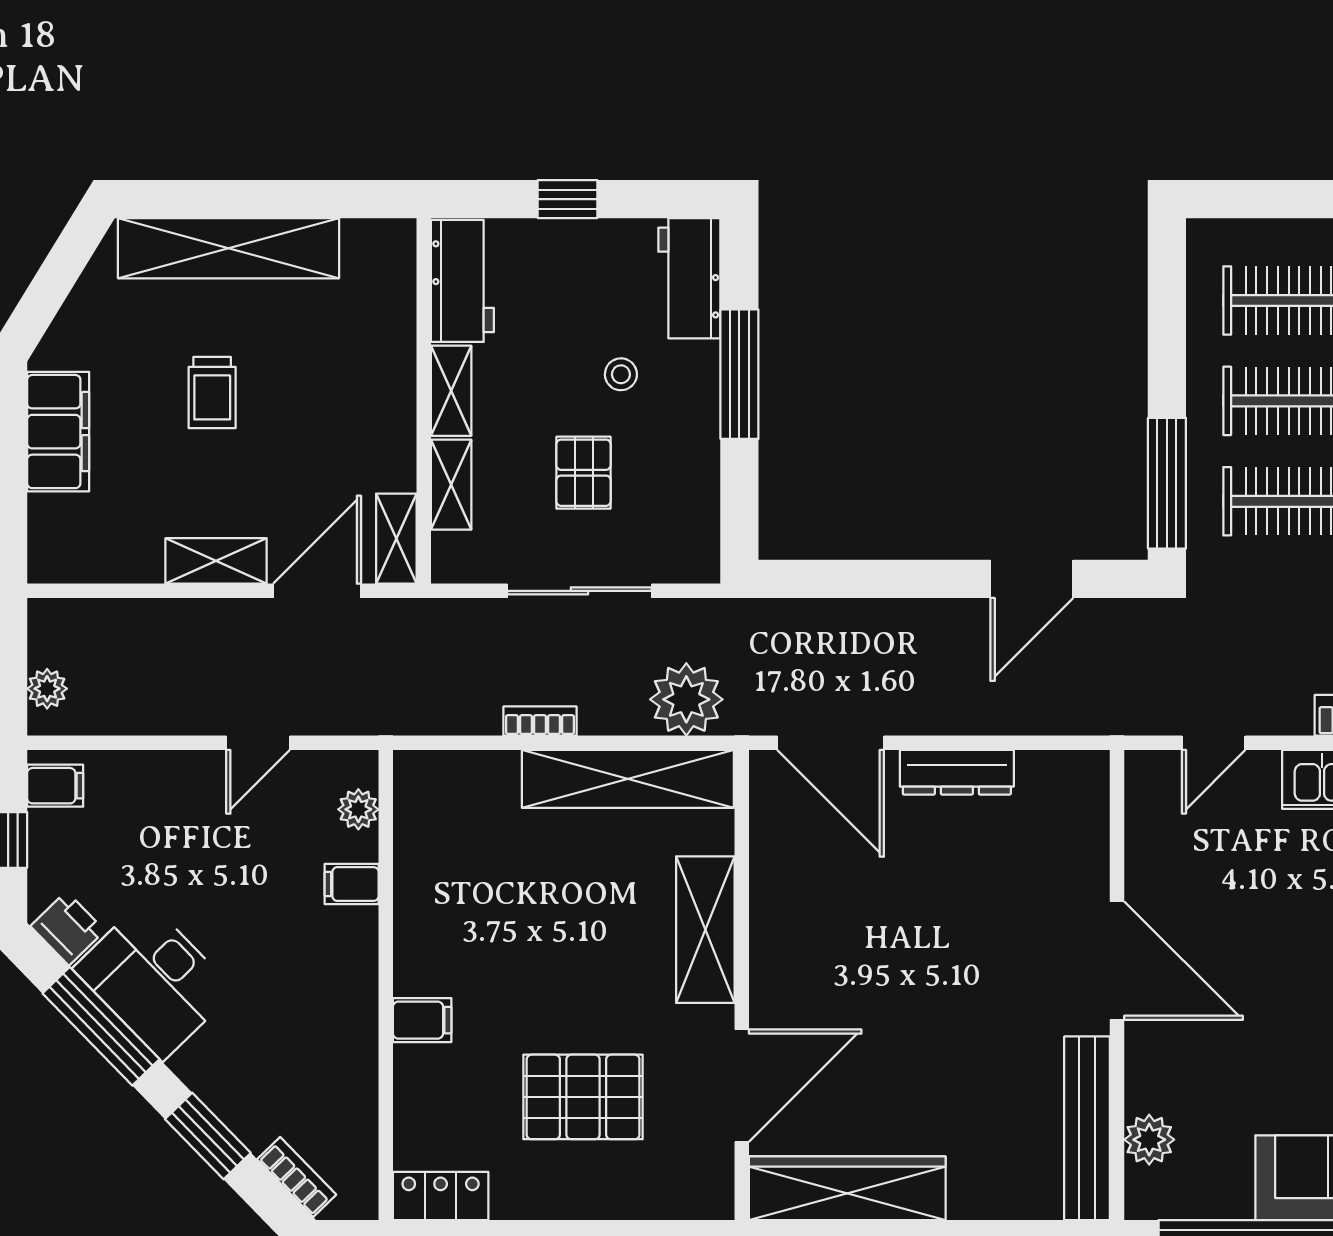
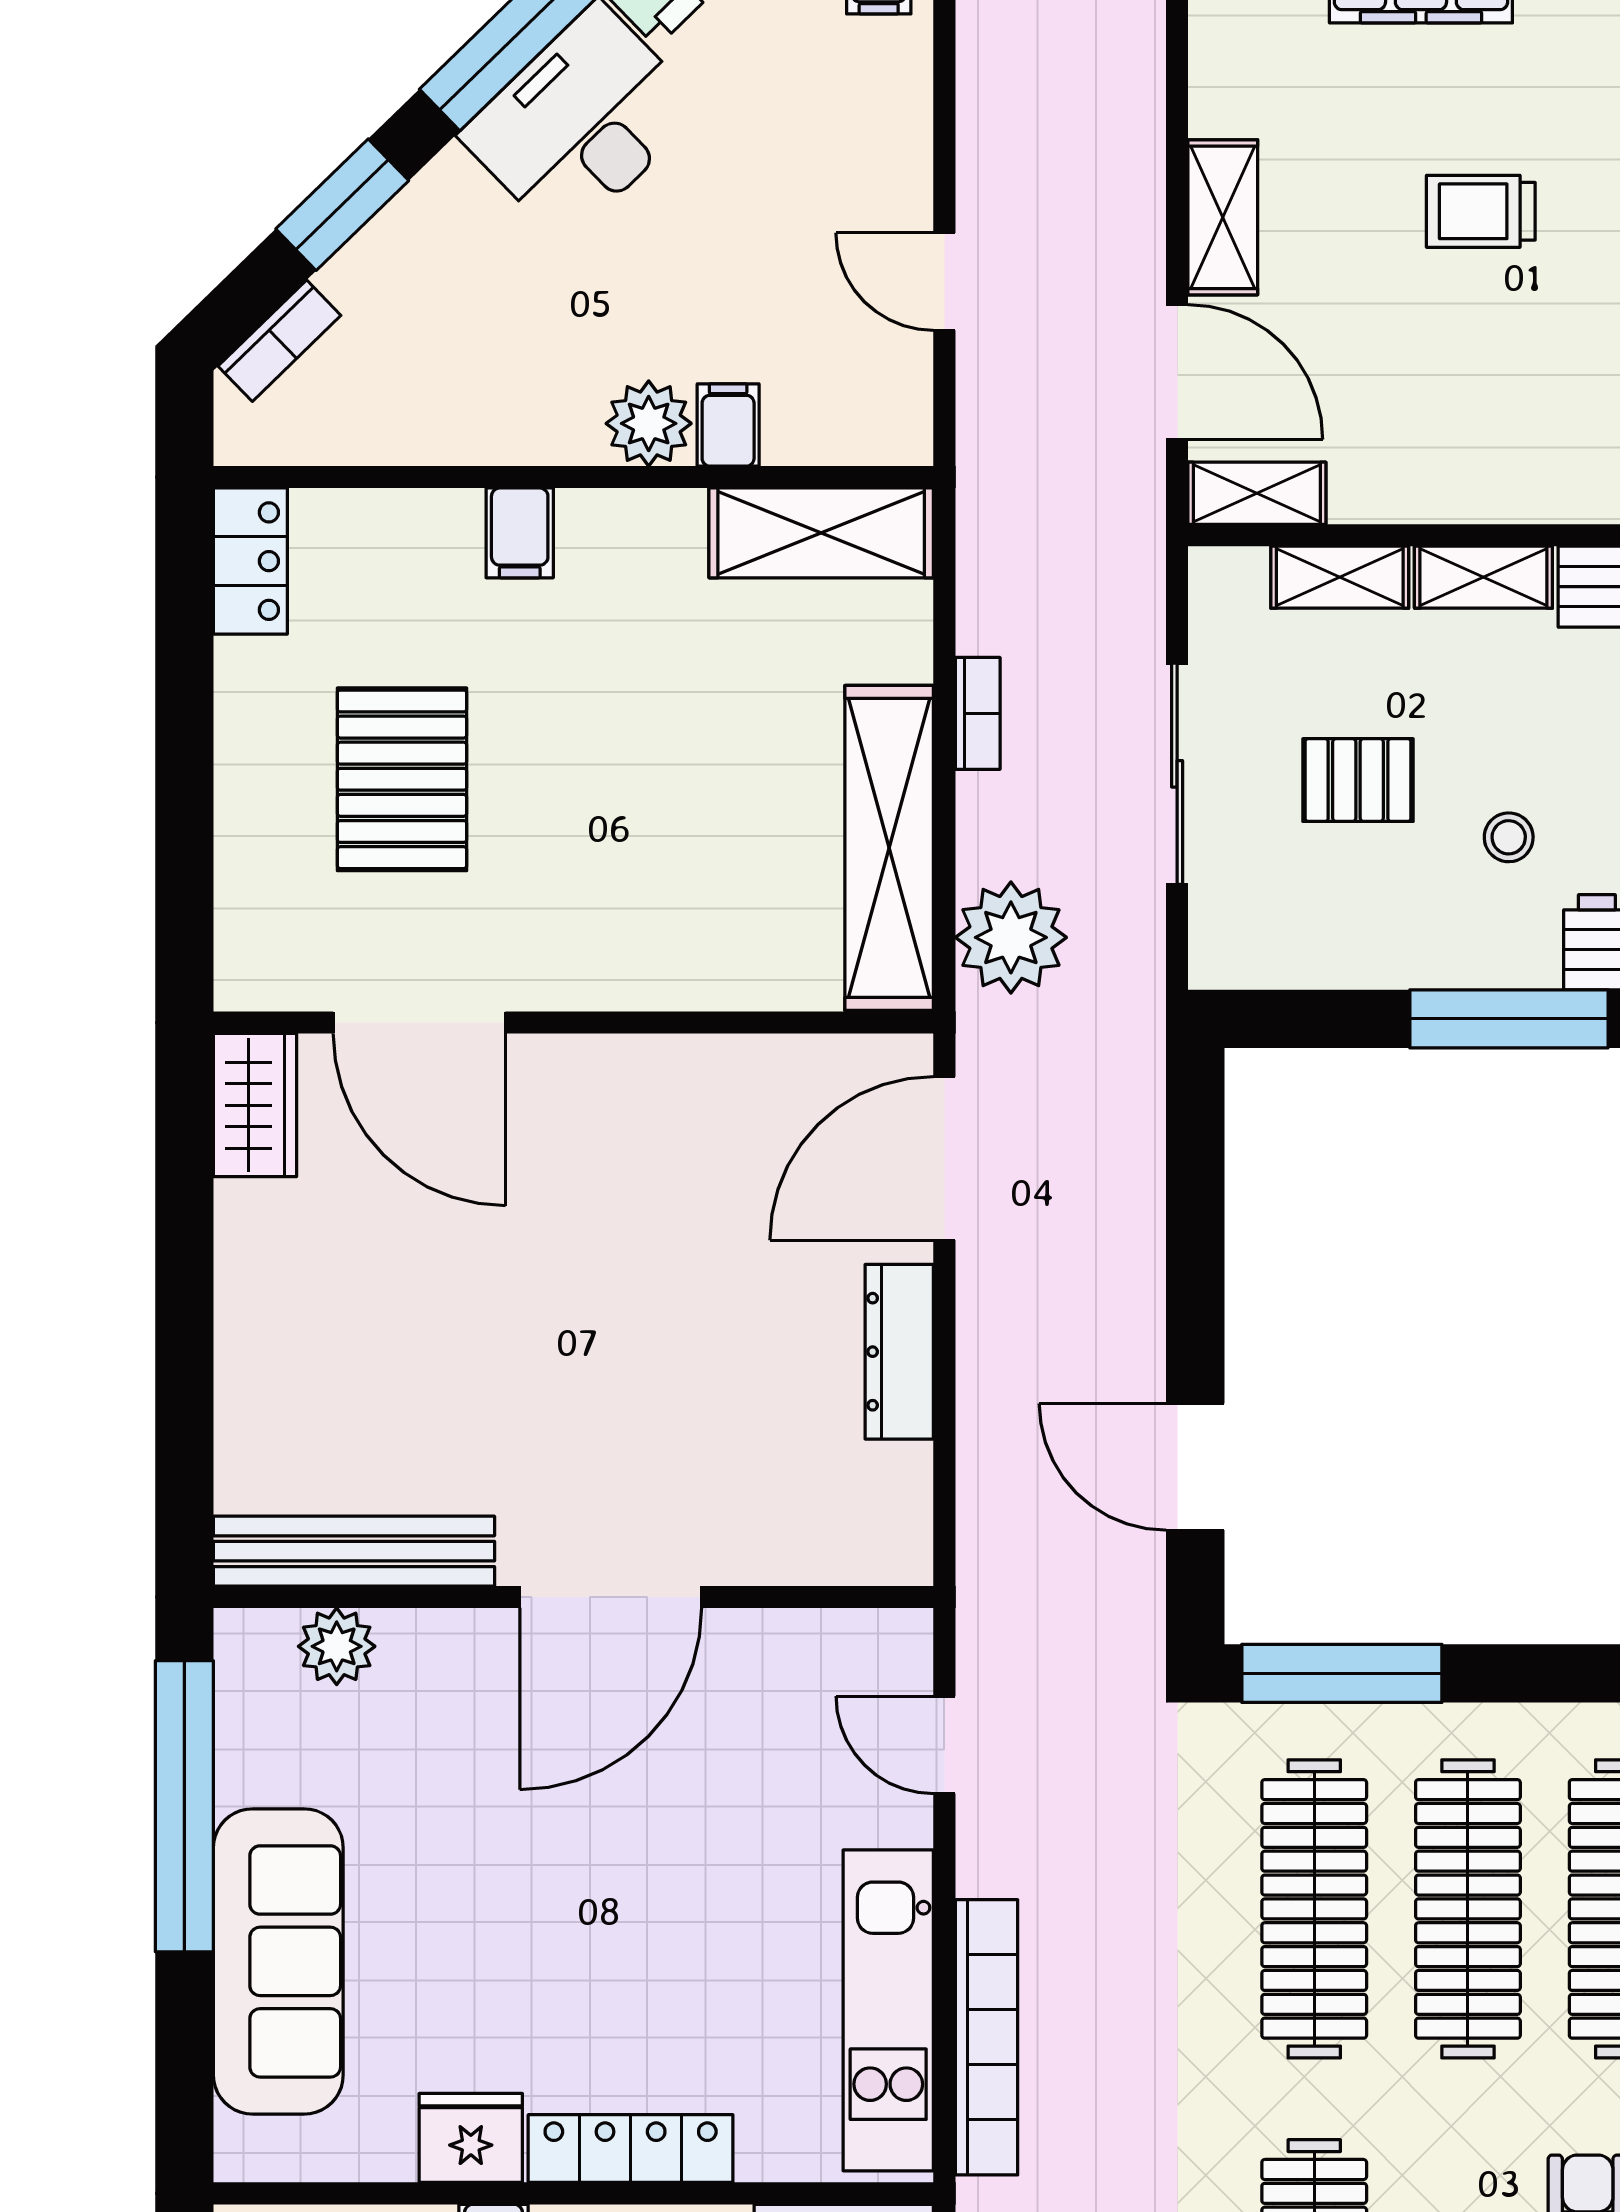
plant: (358, 809) -> (649, 423), moved, width x1.38, depth x1.38
shelving: (705, 930) -> (821, 533), moved
wardrobe: (847, 1188) -> (255, 1105), width x0.48, depth x0.85

